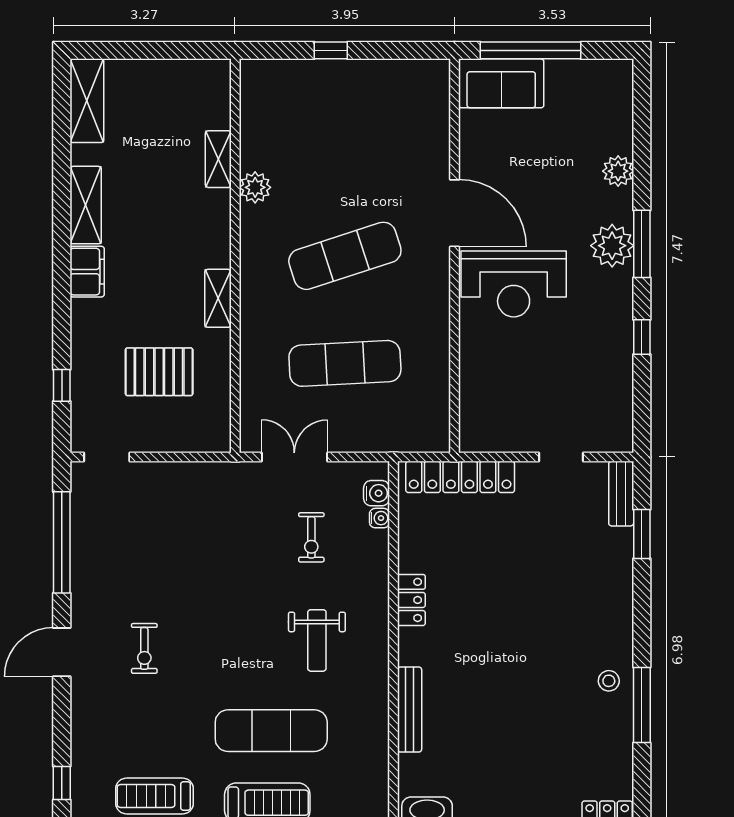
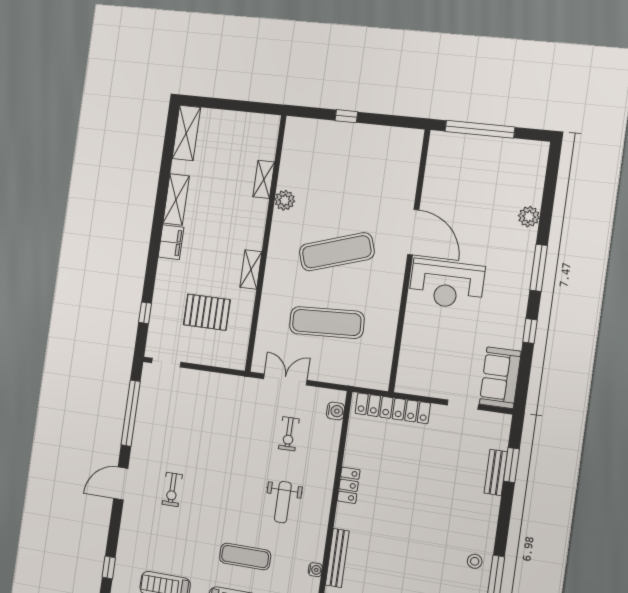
sofa: (501, 83) -> (500, 378), moved, turned 90
plant: (612, 246) -> (518, 267), removed
bench: (621, 494) -> (496, 472), moved
water cooler: (379, 518) -> (315, 570), moved
exercise mat: (271, 731) -> (245, 556), width x0.73, depth x0.69

